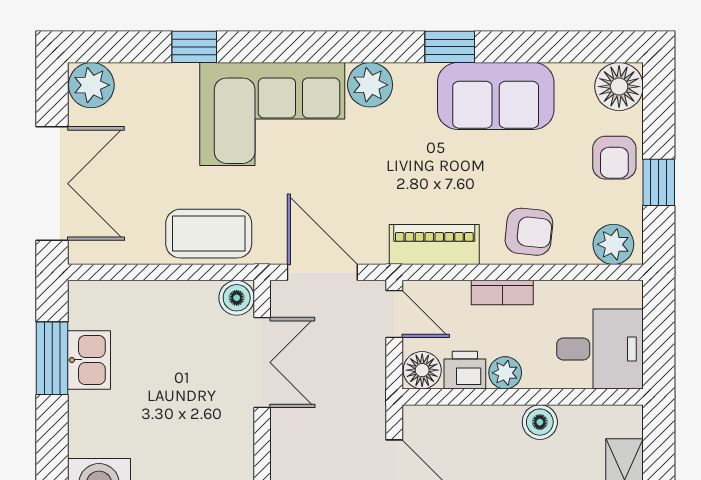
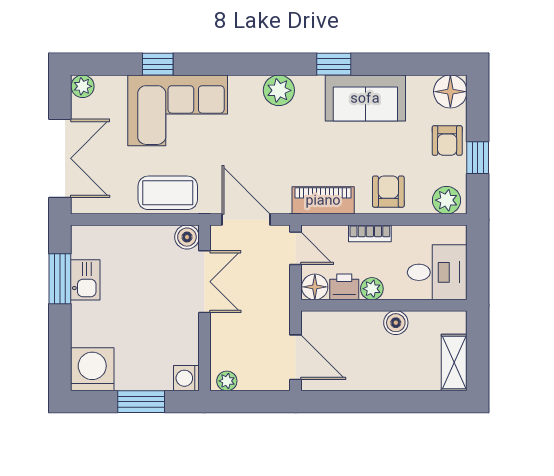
plant: (91, 85) -> (83, 86), width x0.73, depth x0.73
corner sofa: (272, 114) -> (178, 110), moved
armchair: (529, 232) -> (388, 192), turned -96

